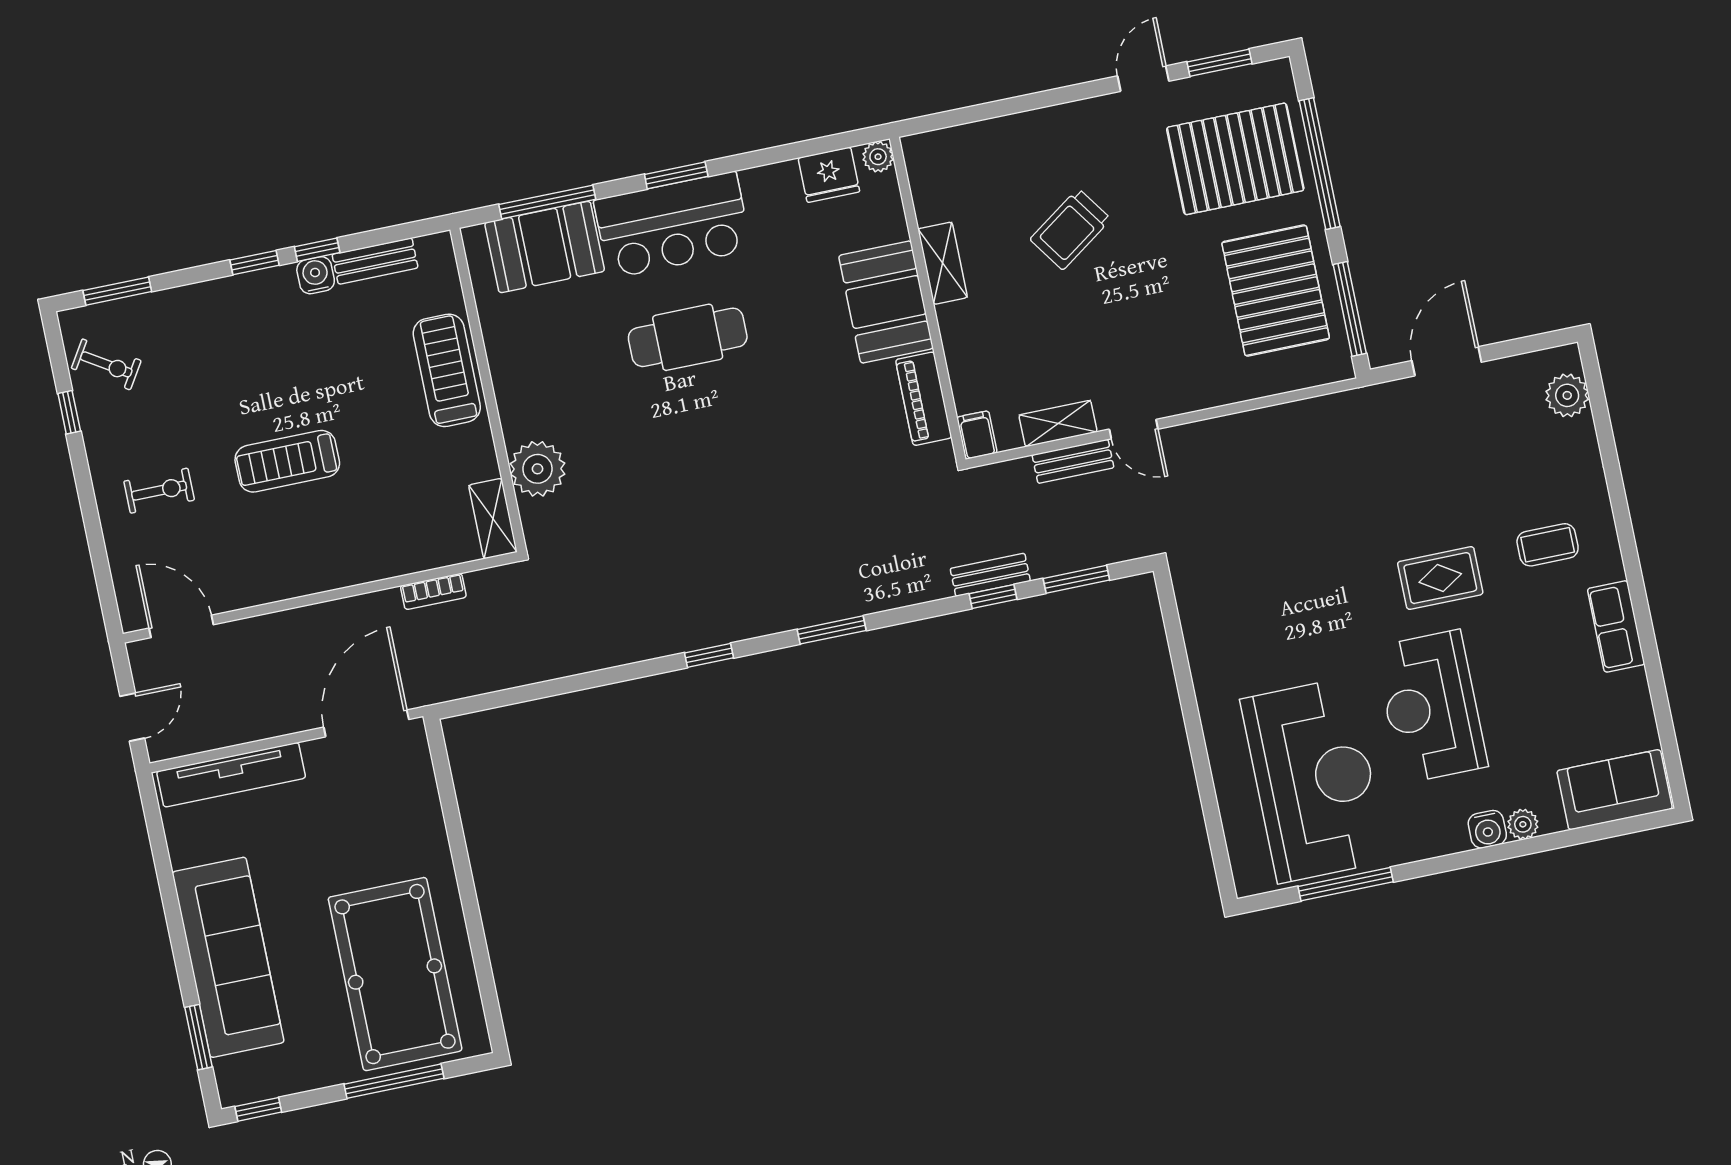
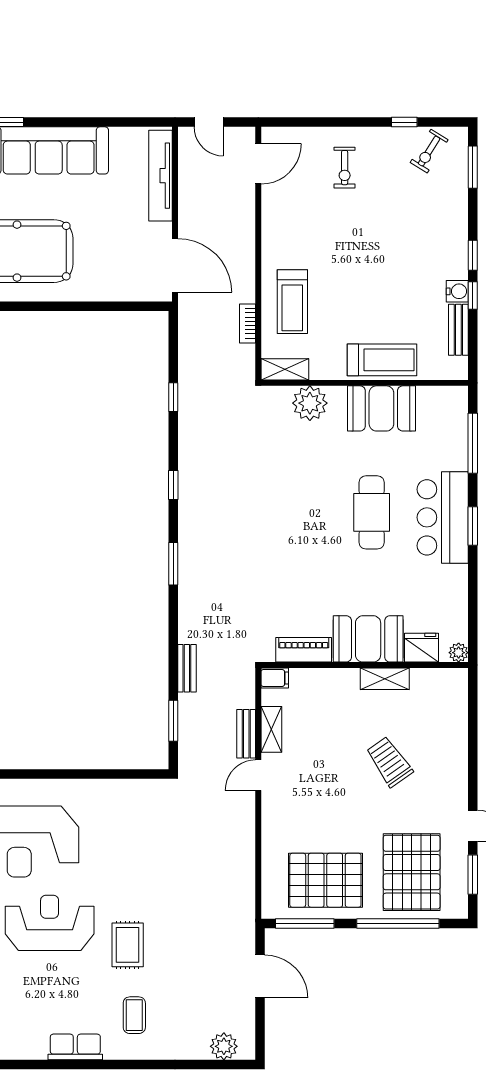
fridge: (829, 175) -> (422, 648), moved, turned 90
booth: (545, 247) -> (381, 408), moved, turned 90
treadmill: (287, 461) -> (292, 302), moved, turned 180
window: (993, 597) -> (173, 397), moved

